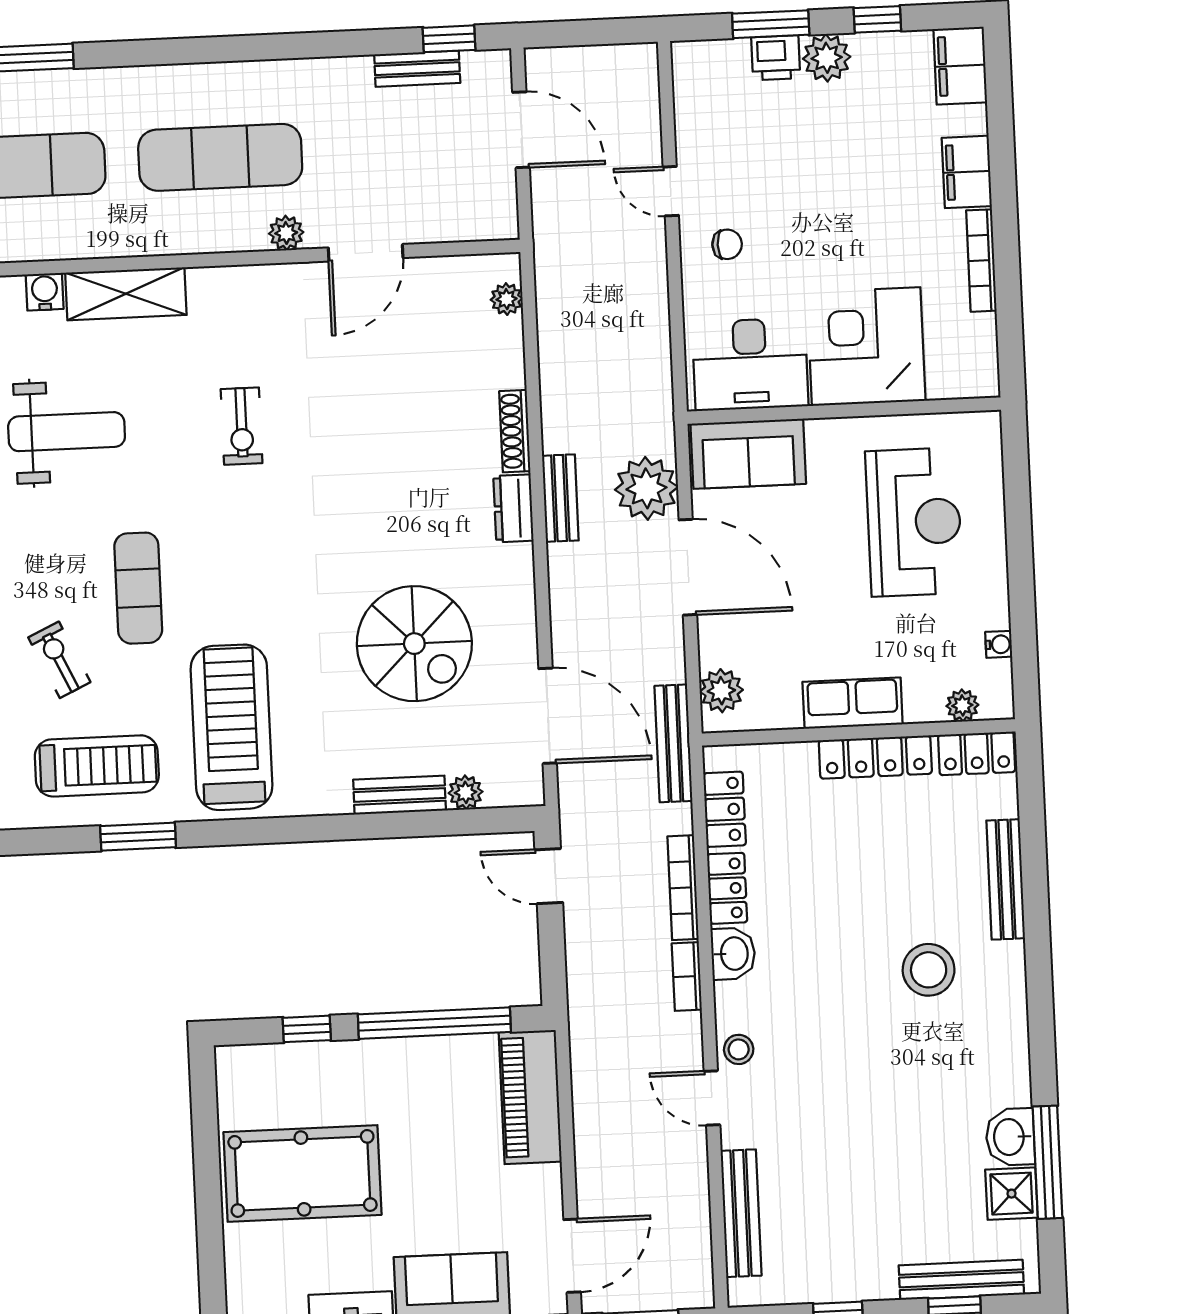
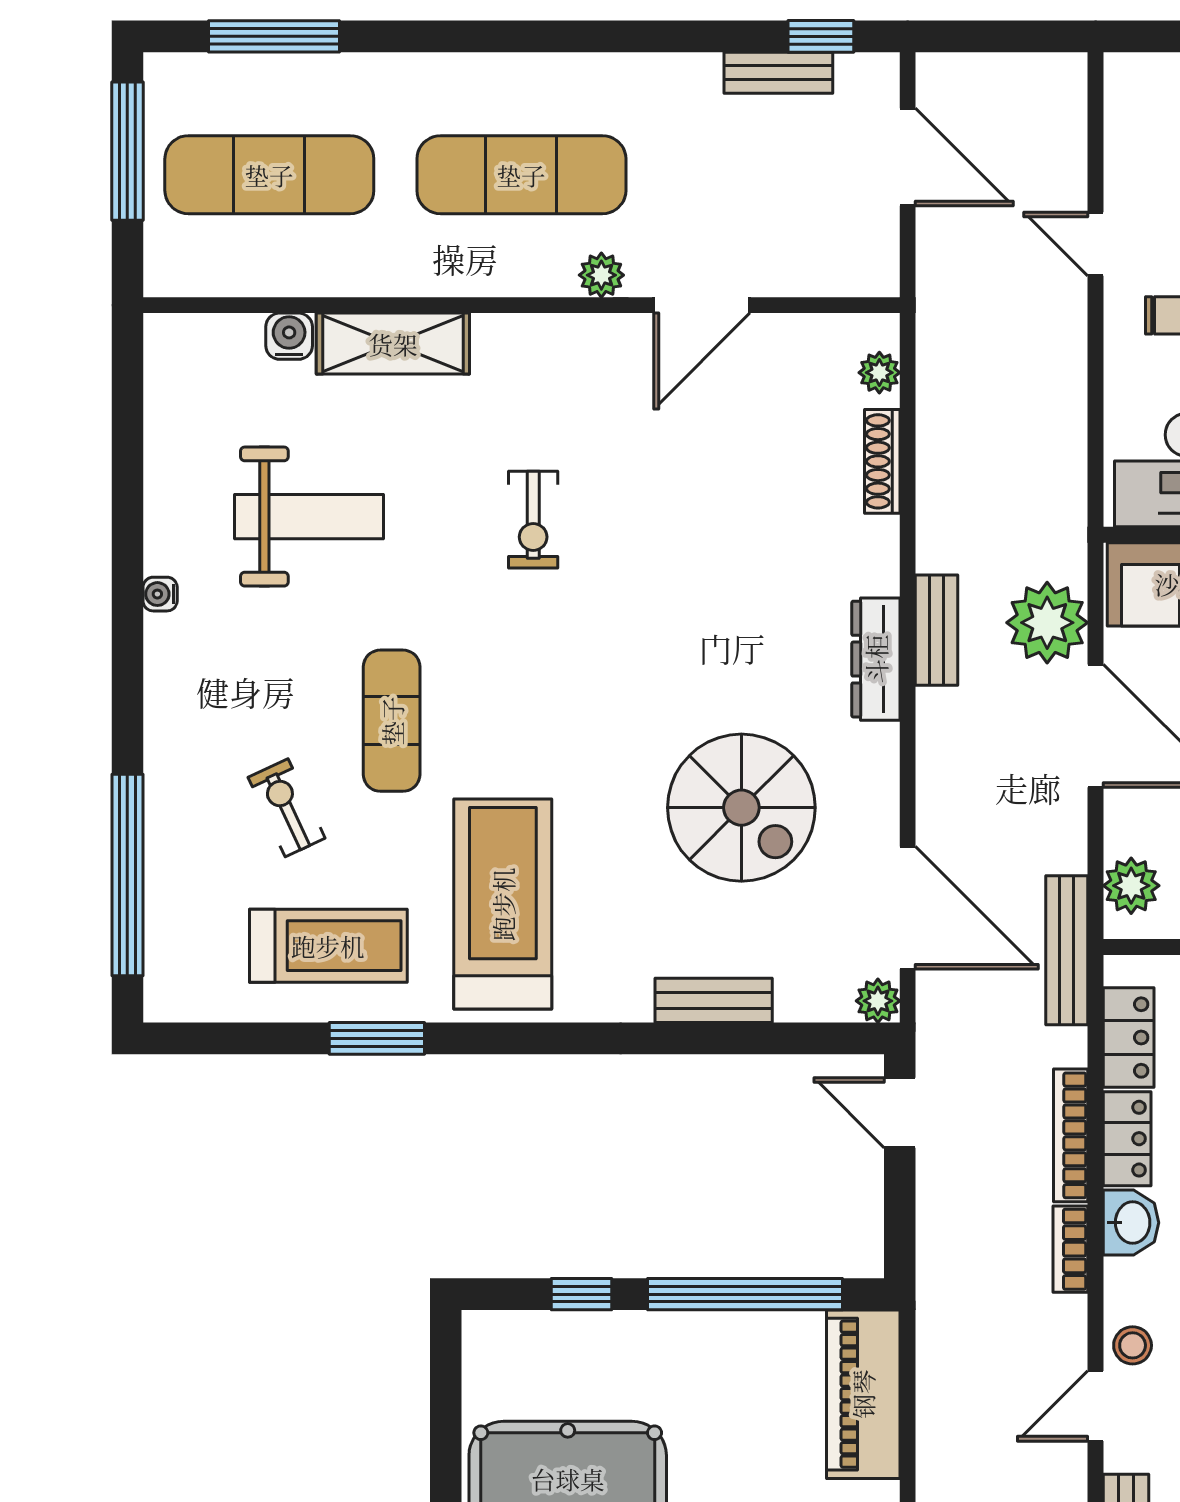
shoe rack: (515, 431) -> (882, 461), moved
dresser: (513, 508) -> (876, 659), width x1.44
plant: (466, 792) -> (878, 1001), moved
door: (712, 1098) -> (1096, 1406), hinge flipped

